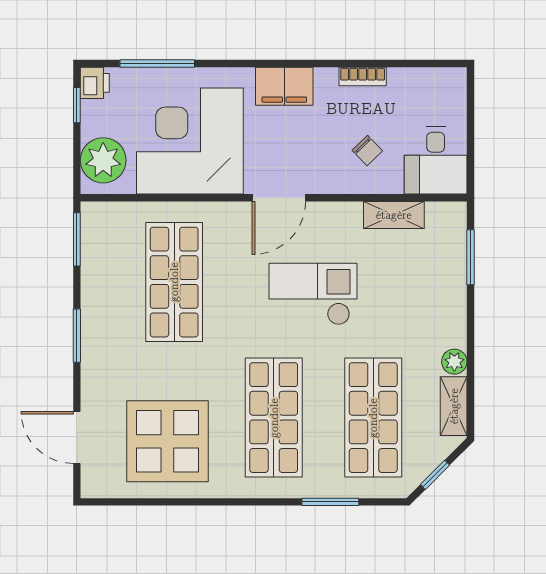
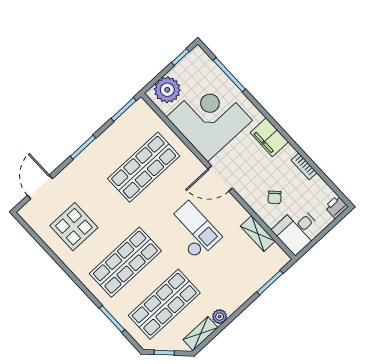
printer: (95, 83) -> (336, 207), moved, turned 180
display table: (167, 441) -> (74, 227), width x0.73, depth x0.73

